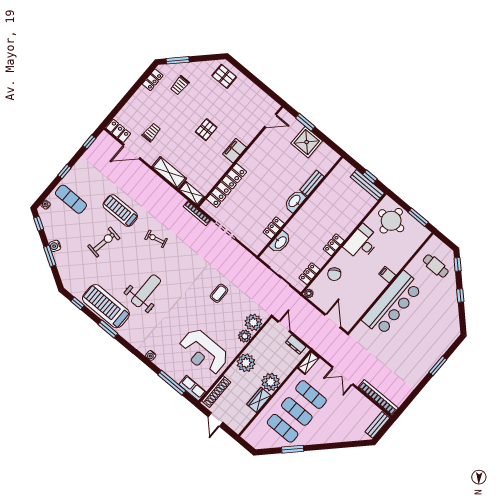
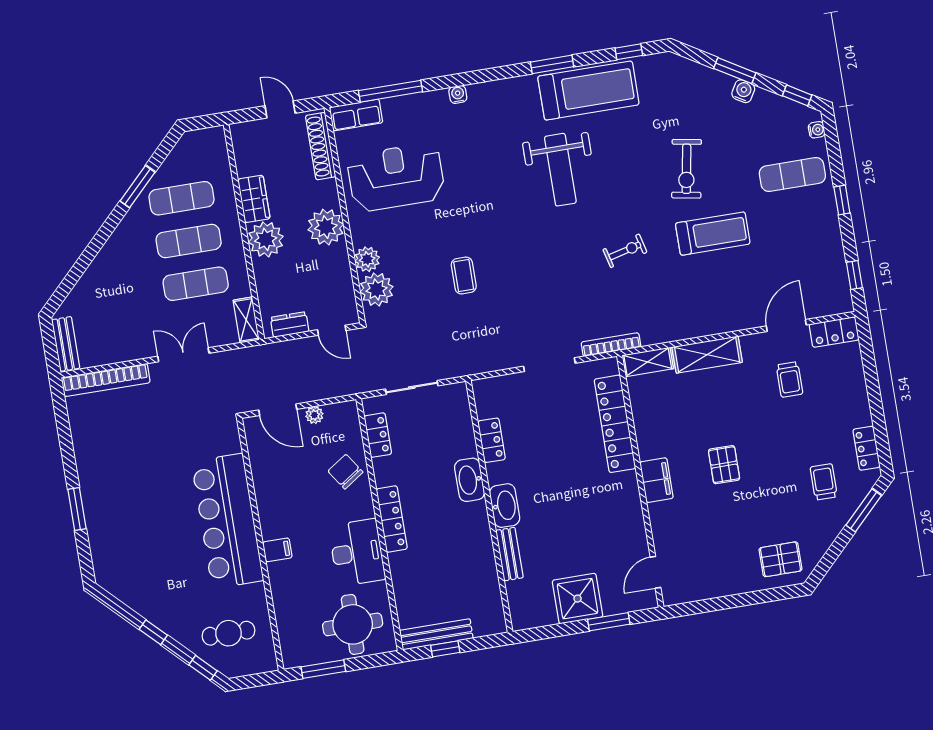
washbasin: (280, 242) -> (470, 480), moved
locker: (334, 245) -> (392, 519), width x1.53
plant: (309, 293) -> (314, 415), moved

